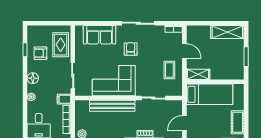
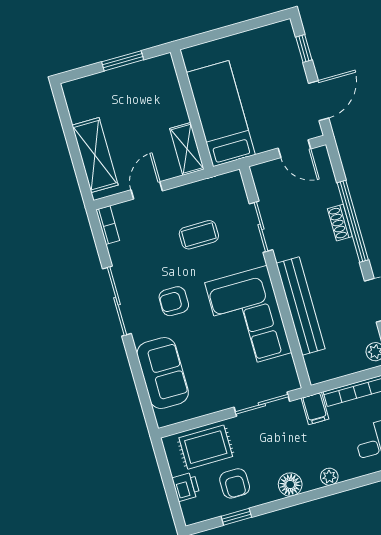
printer: (45, 31) -> (186, 487), added
shelving: (227, 32) -> (95, 155), moved
coffee table: (169, 70) -> (199, 235), moved
cot: (238, 122) -> (262, 40), removed

